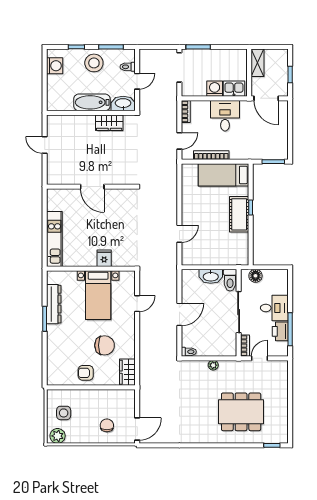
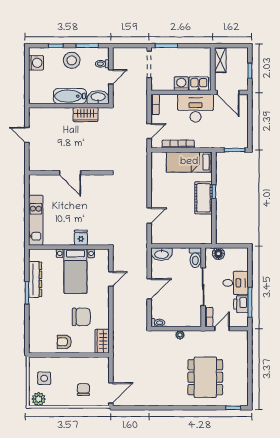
desk: (225, 116) -> (196, 108), width x1.37
washbasin: (211, 276) -> (162, 254), moved
dining table: (241, 412) -> (205, 377), turned 90

